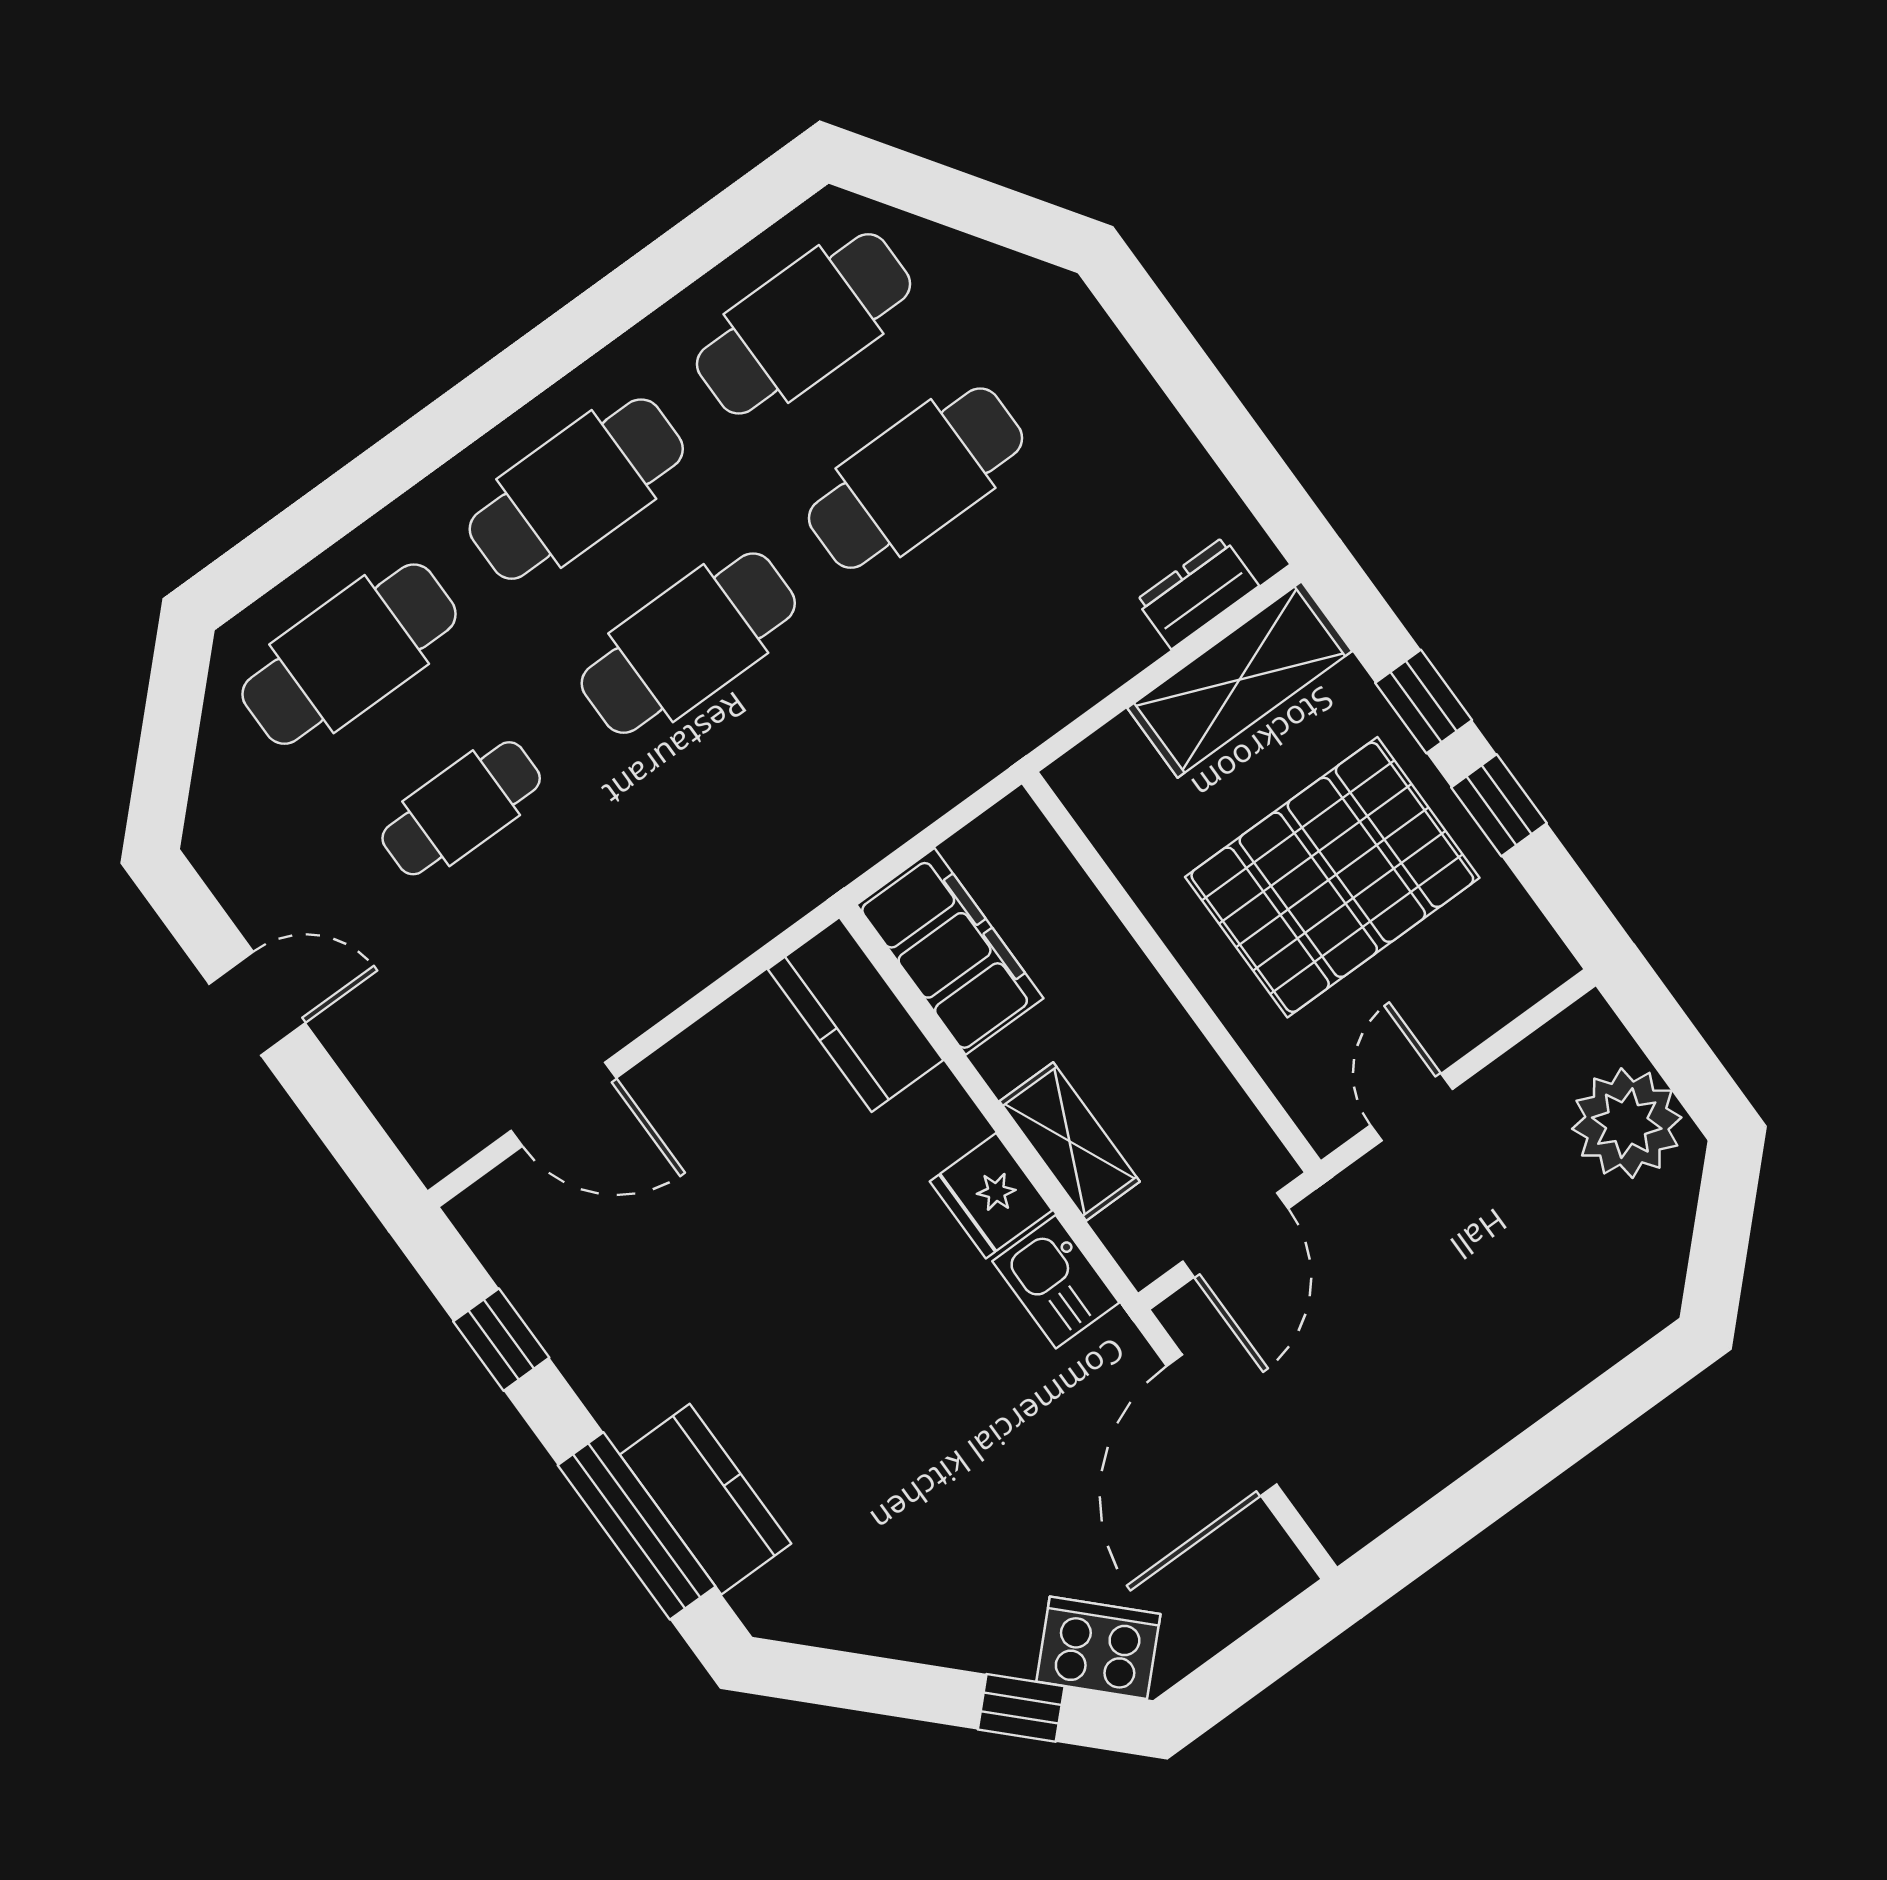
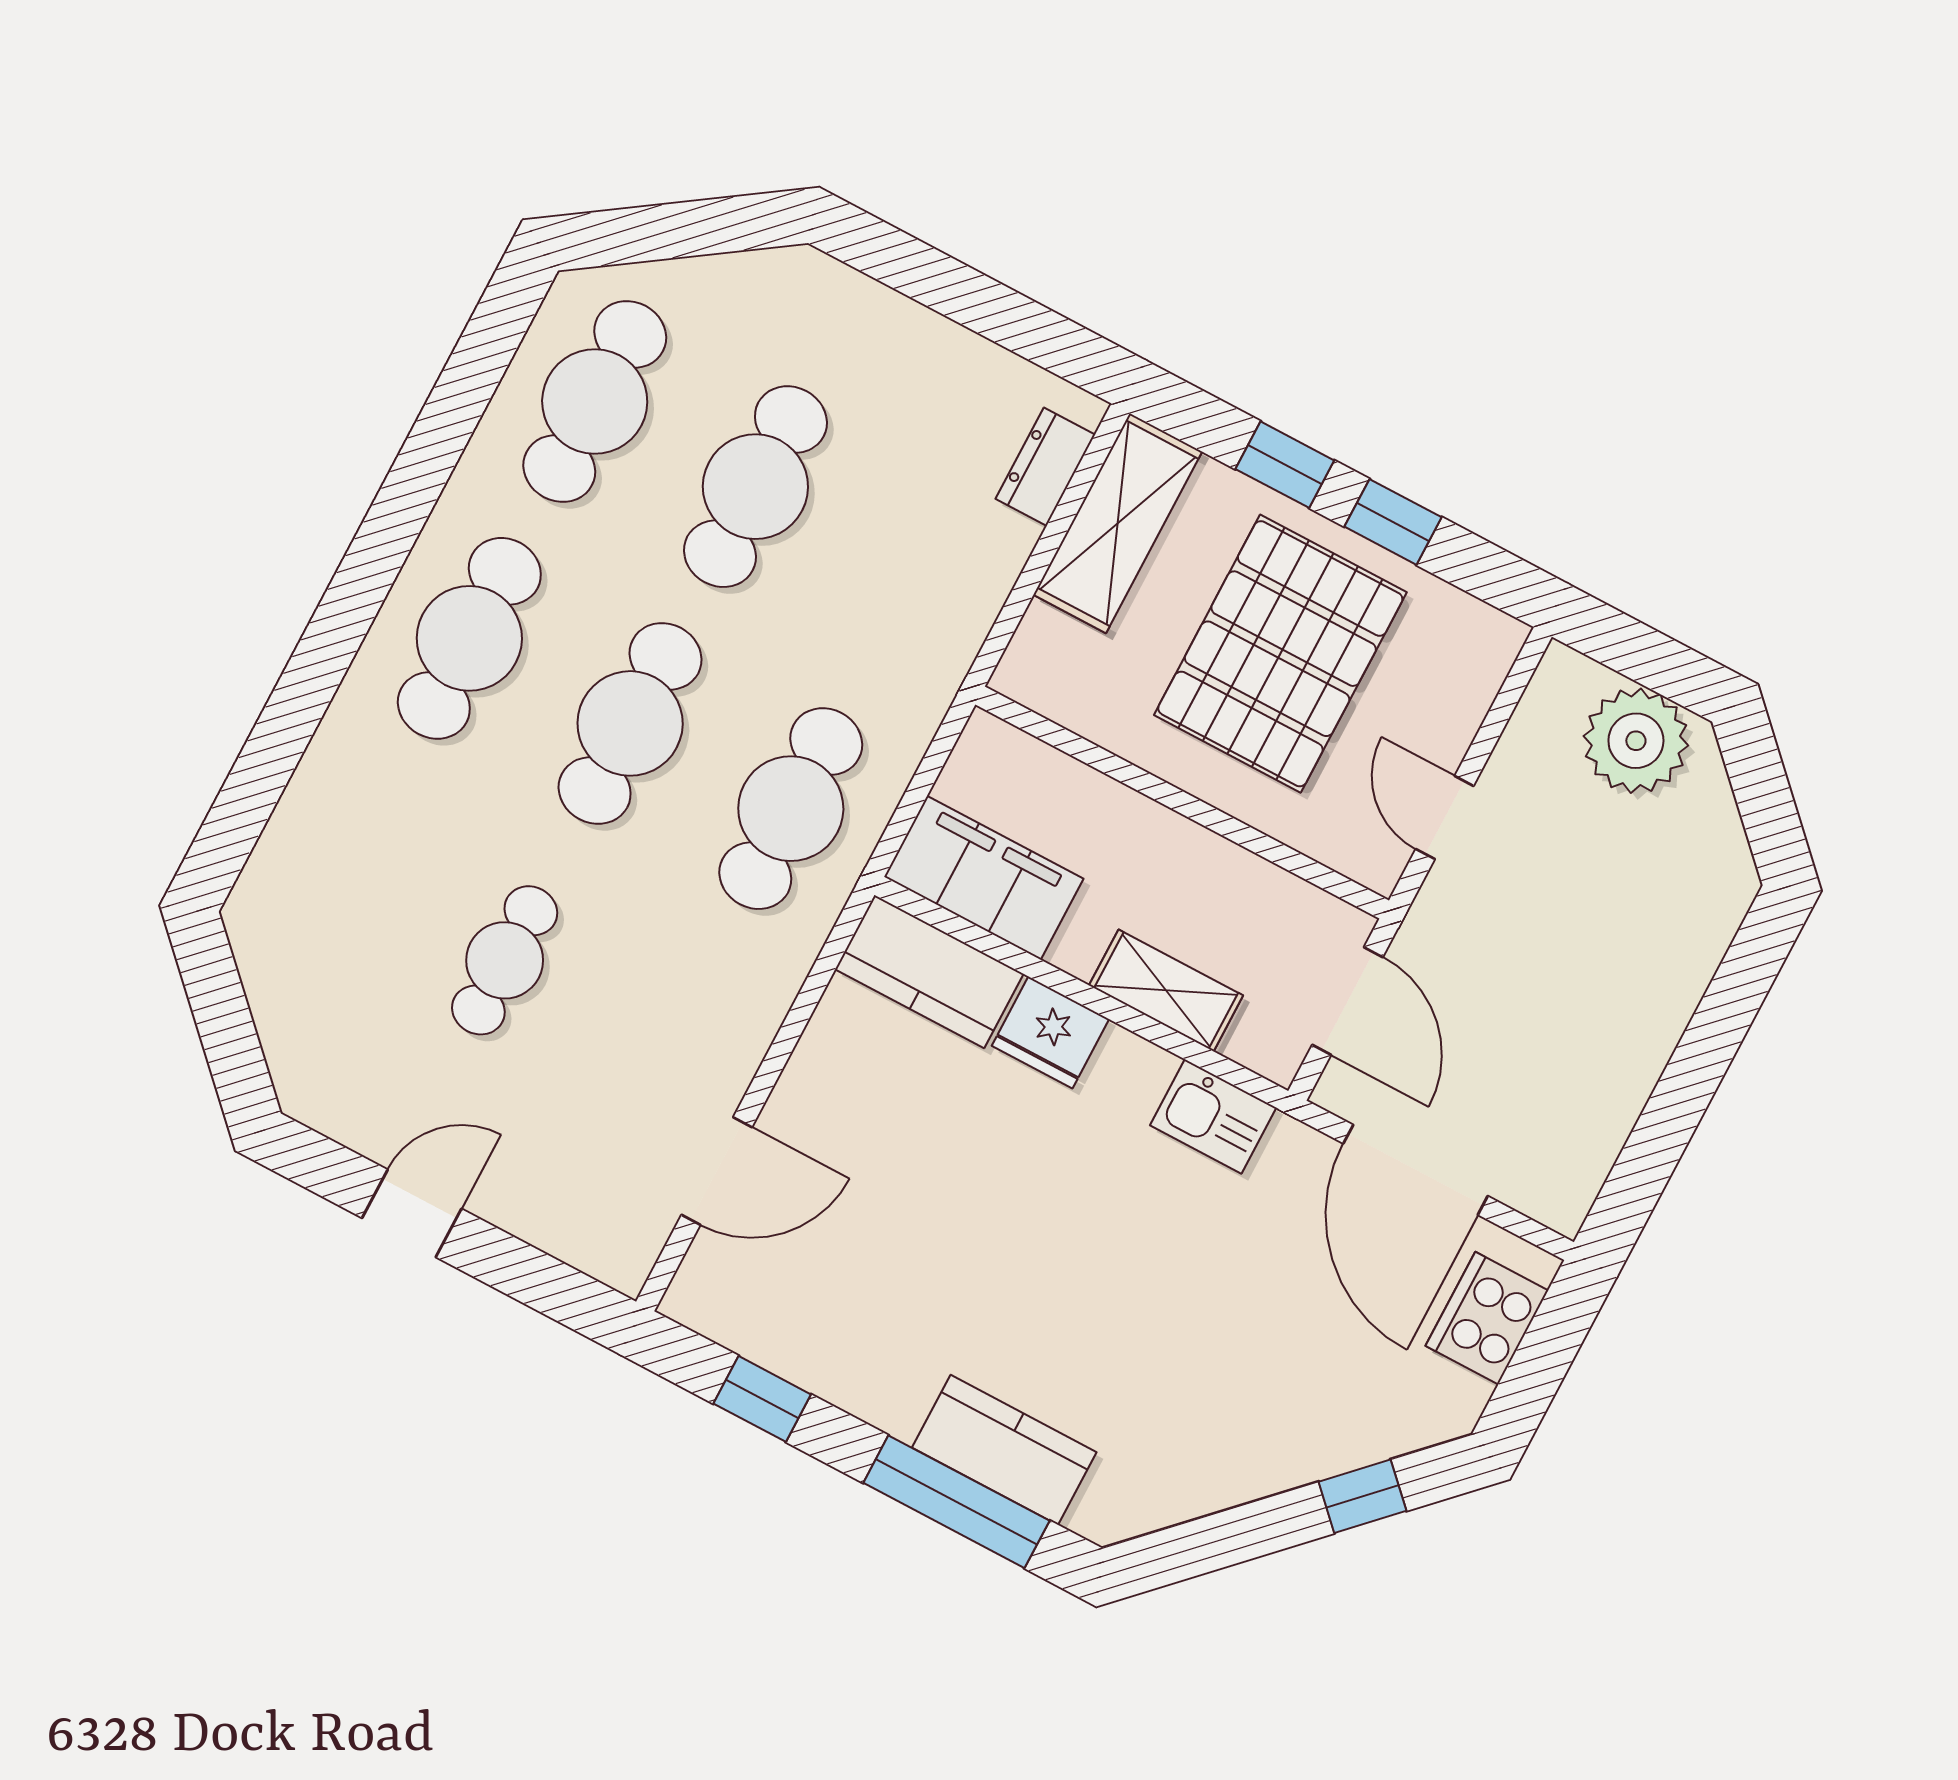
cafe table: (349, 654) -> (791, 809), moved
fridge: (991, 1196) -> (1050, 1032), moved
cooker: (1098, 1648) -> (1487, 1318), moved, turned -45

